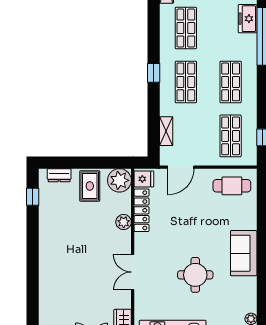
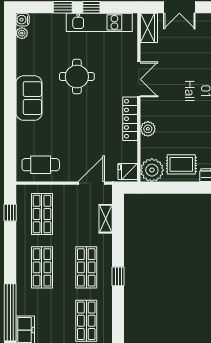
rug: (90, 186) -> (181, 164), turned 90
locker: (142, 210) -> (130, 119), moved

